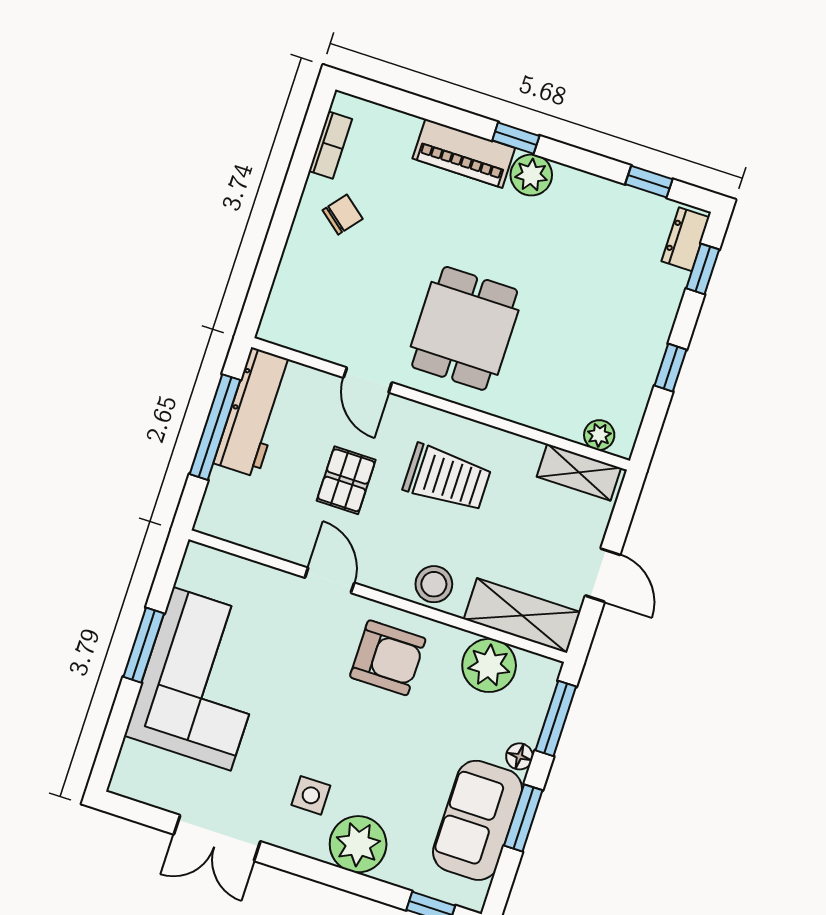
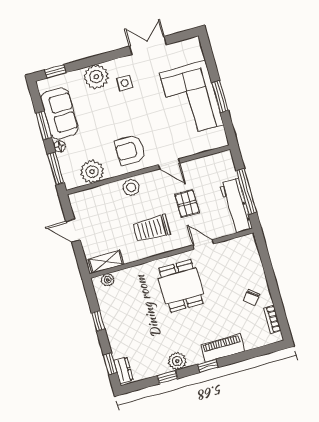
plant: (531, 175) -> (177, 361), moved
window: (649, 182) -> (167, 377), moved
shelving: (522, 616) -> (92, 197), removed

